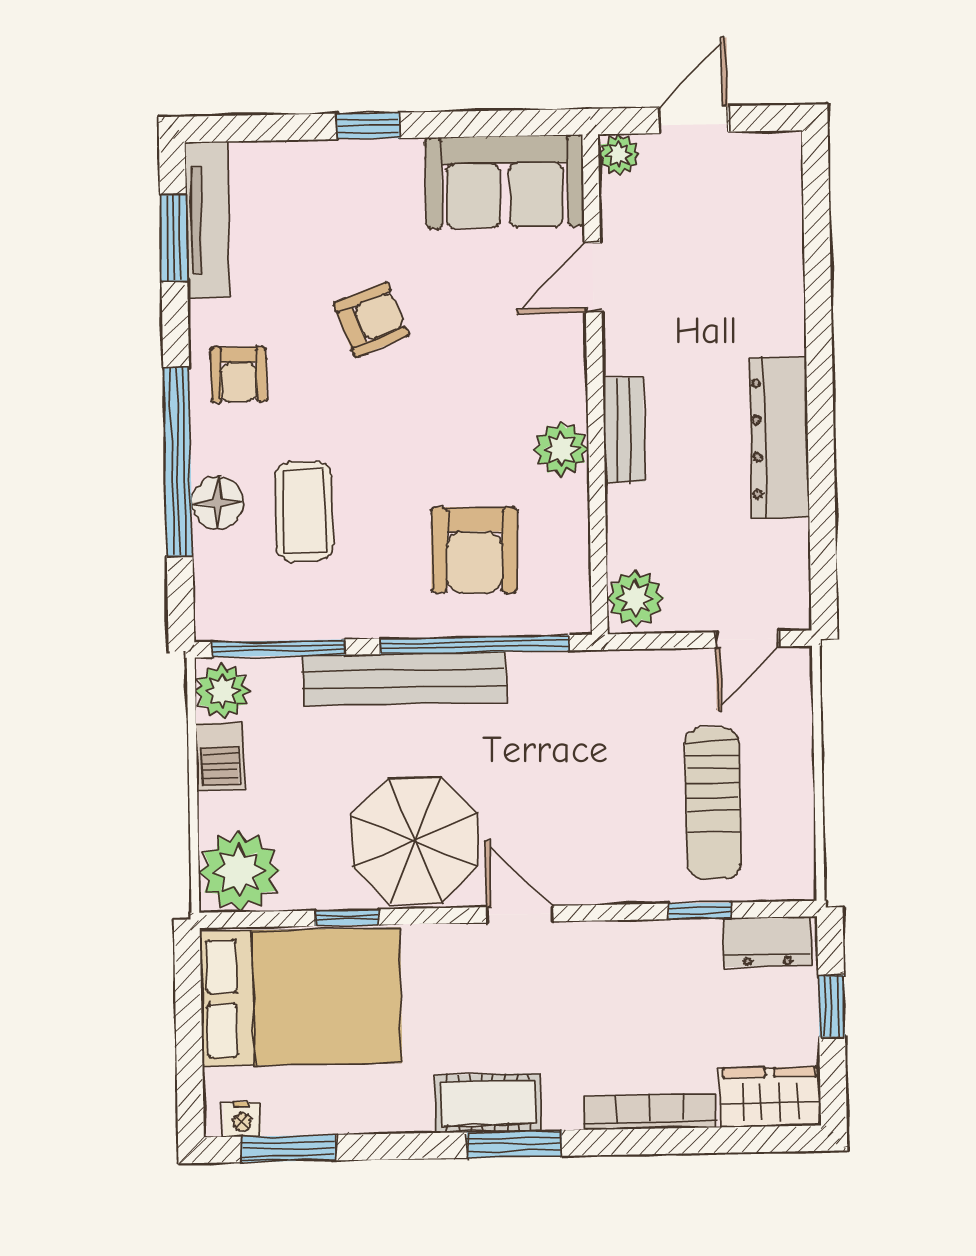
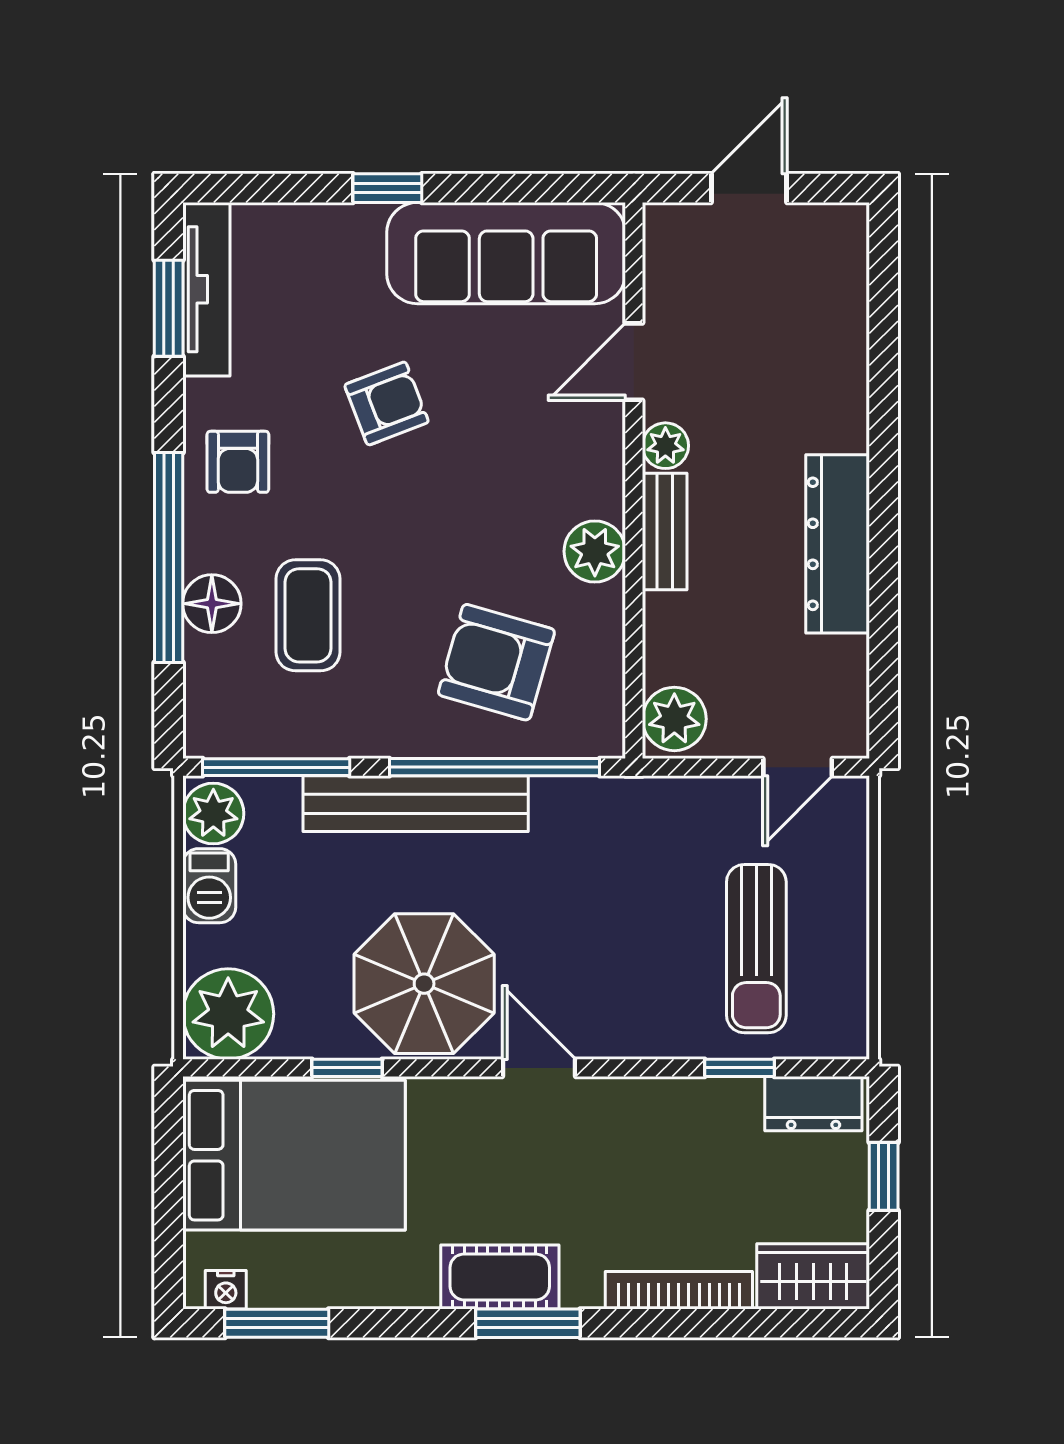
plant: (619, 154) -> (665, 446), moved
sofa: (505, 182) -> (506, 253), width x1.36
armchair: (474, 550) -> (496, 662), turned 105

